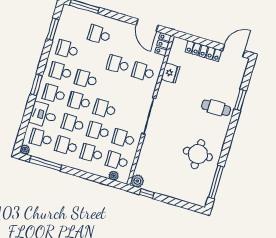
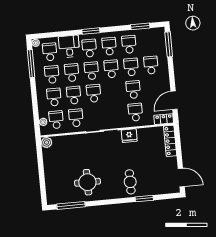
locker: (203, 51) -> (170, 141), moved
school desk: (93, 57) -> (131, 67), added
fridge: (170, 73) -> (129, 136), moved
window: (147, 194) -> (40, 154), removed

